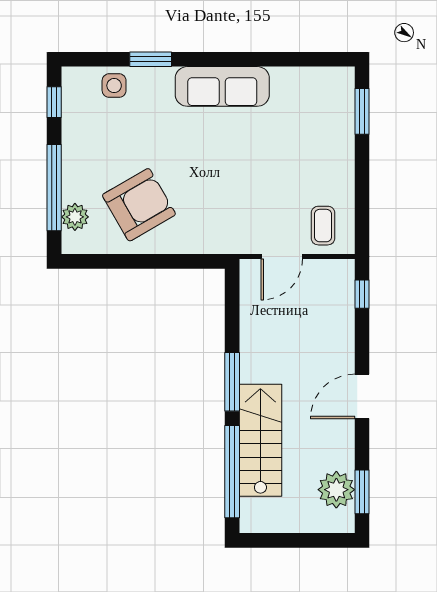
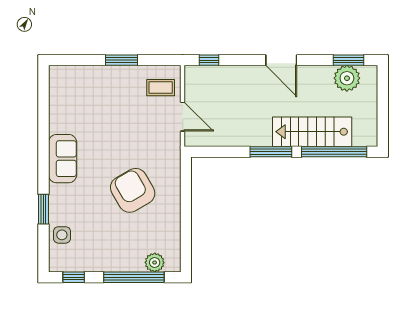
sofa: (222, 86) -> (63, 159), width x0.73
window: (362, 111) -> (121, 60), moved
armchair: (139, 205) -> (133, 190), moved

